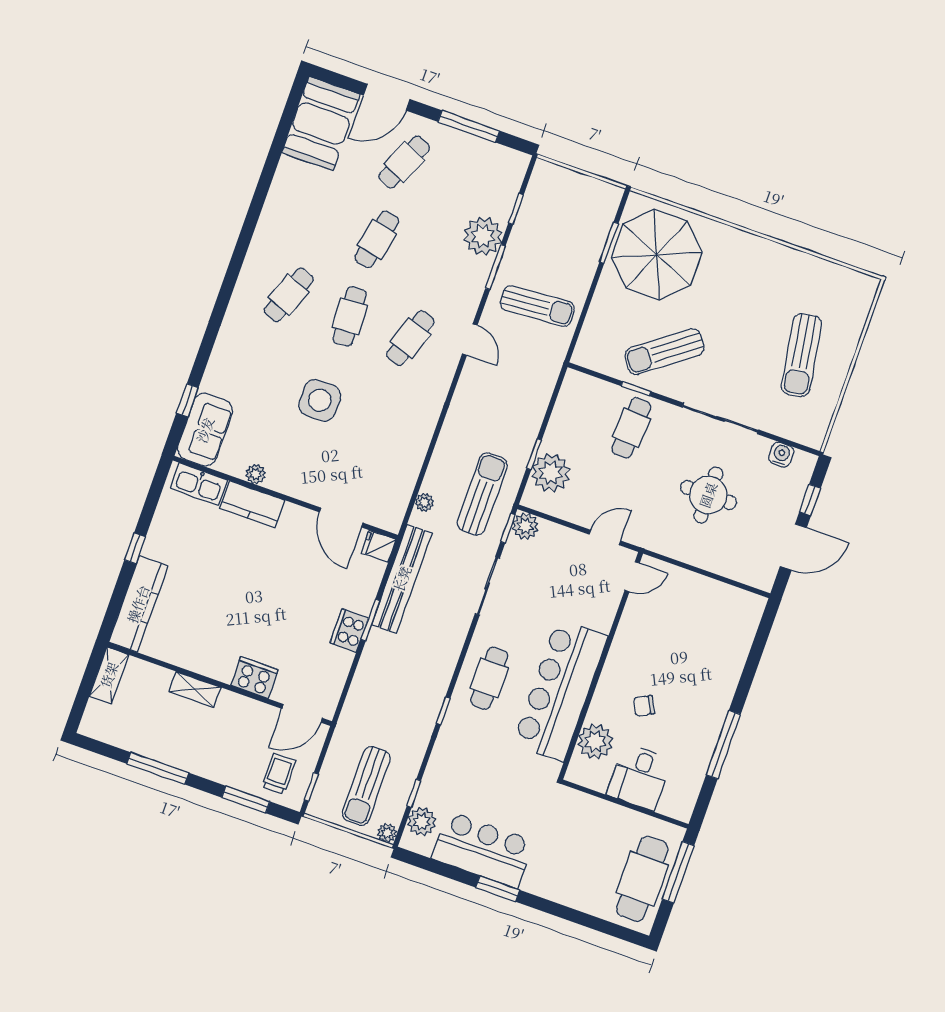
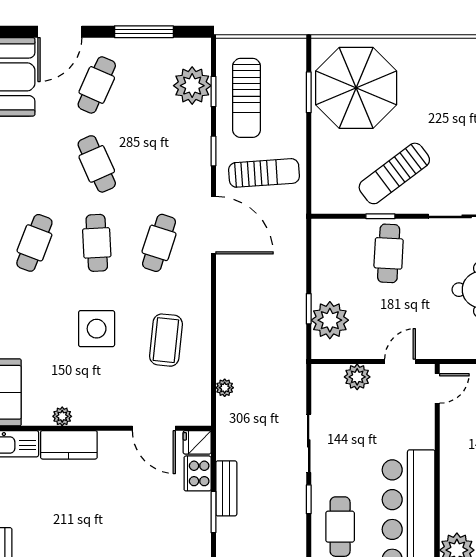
plant: (483, 236) -> (192, 86), moved
cafe table: (377, 239) -> (97, 164), turned -36
window: (495, 267) -> (213, 151), width x0.67
door: (470, 340) -> (213, 225), width x1.87
coffee table: (384, 435) -> (166, 340), added
sun lounger: (482, 494) -> (247, 98), moved, turned 180
plant: (525, 526) -> (357, 377), moved
window: (508, 528) -> (309, 499), moved
bench: (402, 579) -> (226, 488), width x0.54, depth x0.82
cooker: (349, 631) -> (198, 473), moved

